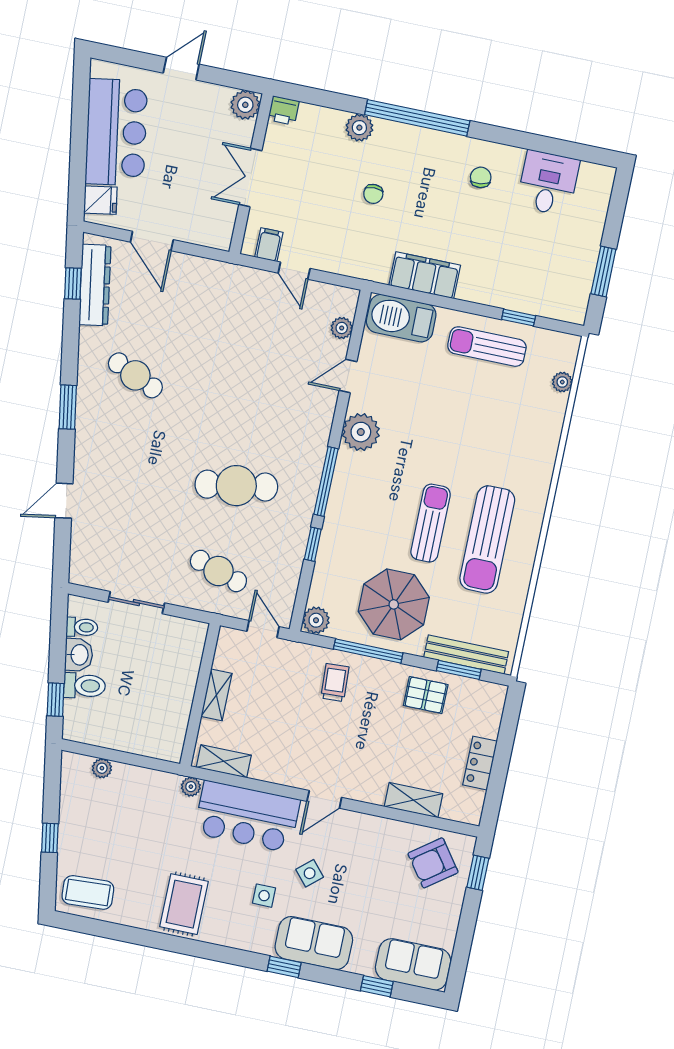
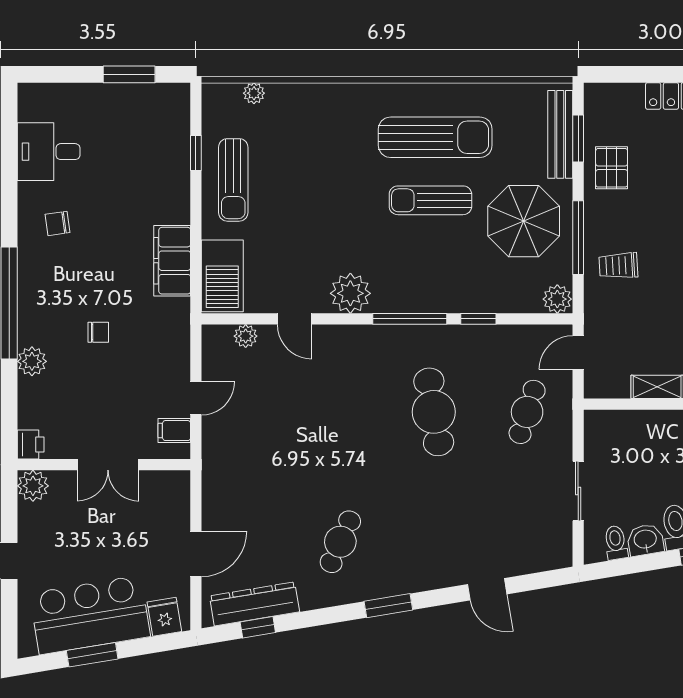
window: (79, 127) -> (92, 655), added

